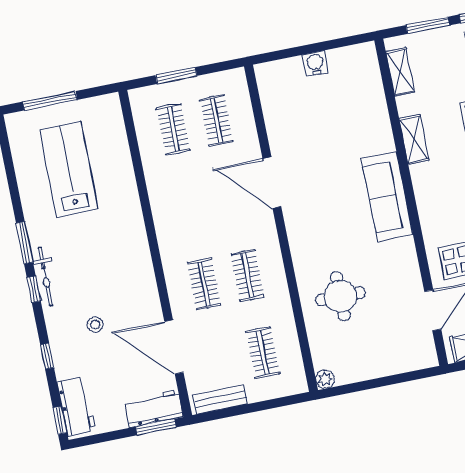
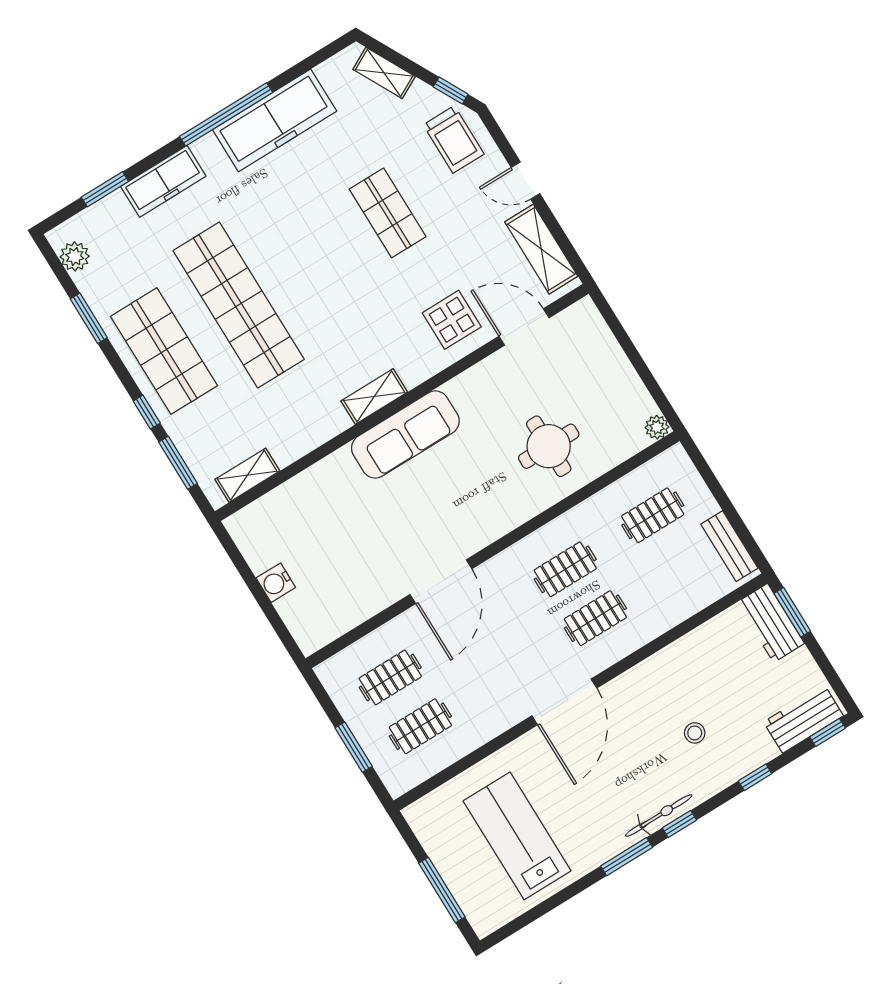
shelving: (414, 139) -> (374, 396), moved
lab bench: (69, 169) -> (517, 836), turned 90
door: (174, 347) -> (564, 702), moved

